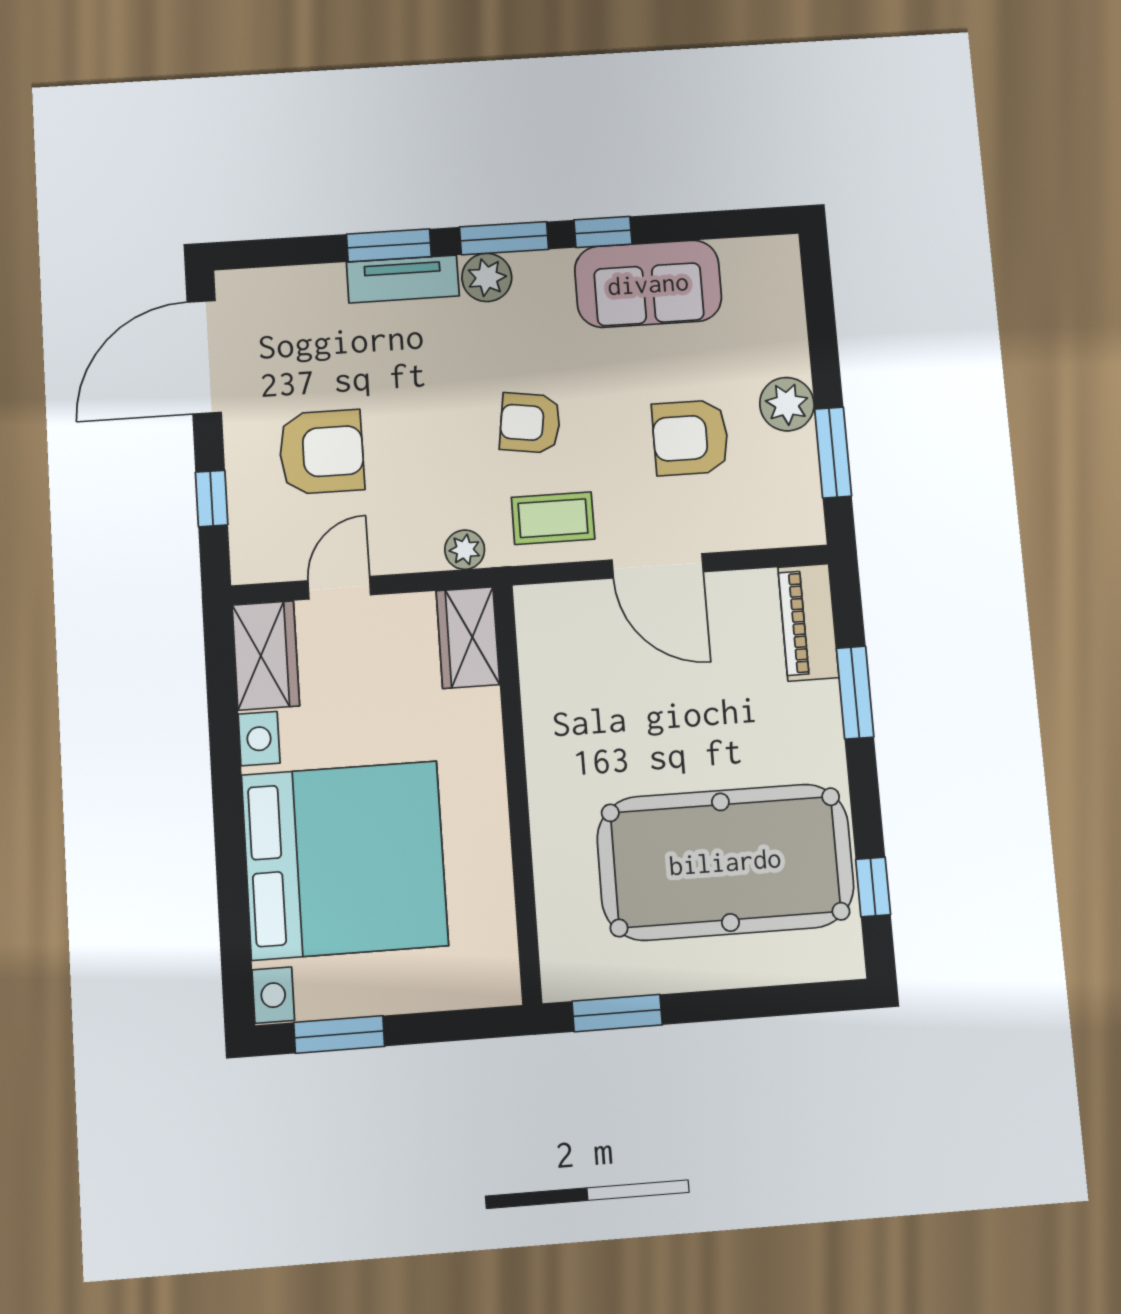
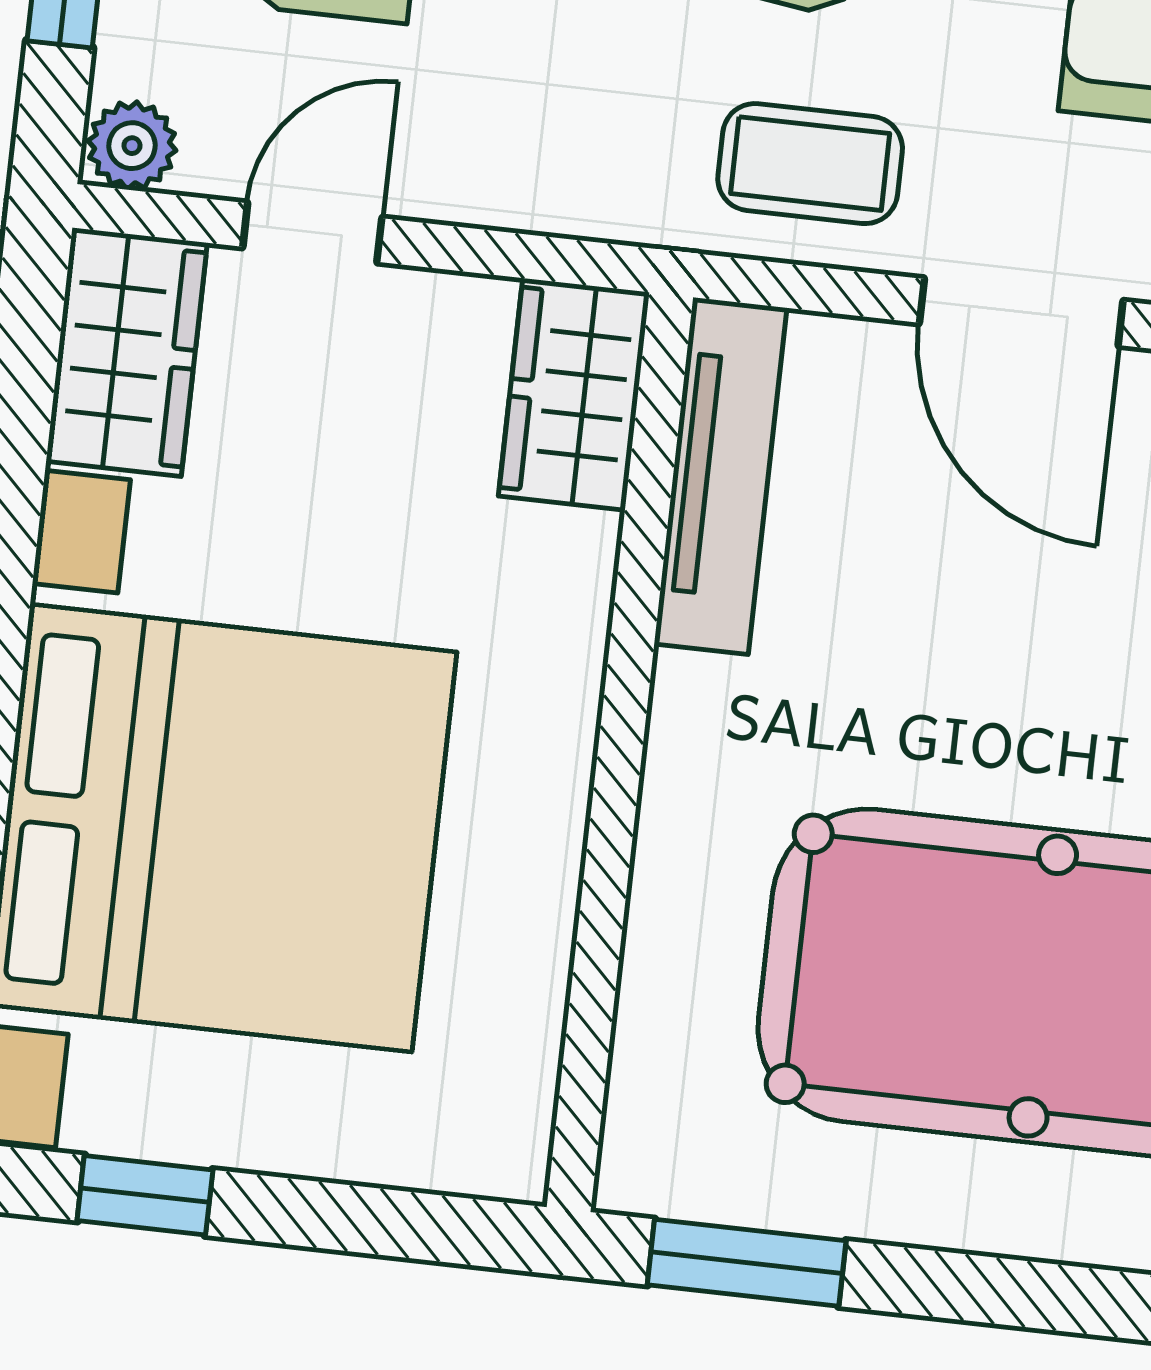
plant: (465, 550) -> (132, 146), moved
tv unit: (539, 662) -> (720, 476), added
window: (339, 1034) -> (145, 1195), width x0.67

